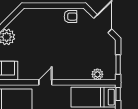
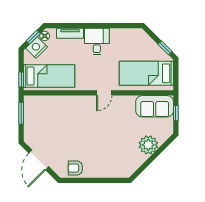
plant: (97, 74) -> (45, 102), removed

